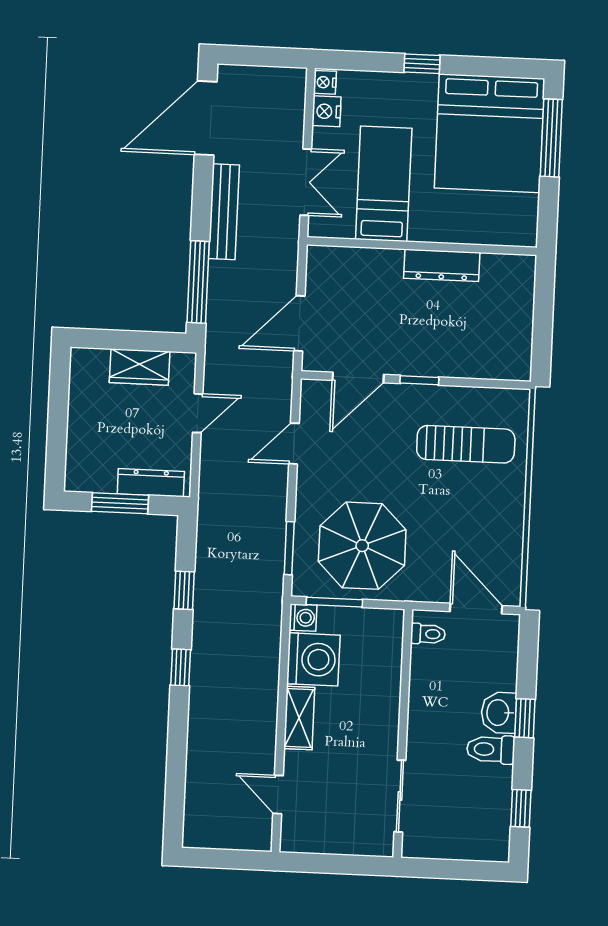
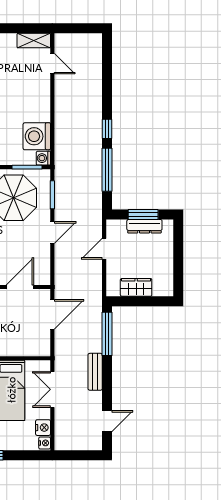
door: (206, 118) -> (107, 421), width x0.53
bench: (224, 212) -> (95, 372), width x0.73
door: (198, 413) -> (104, 249), moved
door: (294, 444) -> (52, 233), moved
dresser: (151, 483) -> (144, 226), moved
window: (184, 590) -> (107, 170), width x2.17
shelving: (299, 718) -> (34, 41), moved, turned 90

